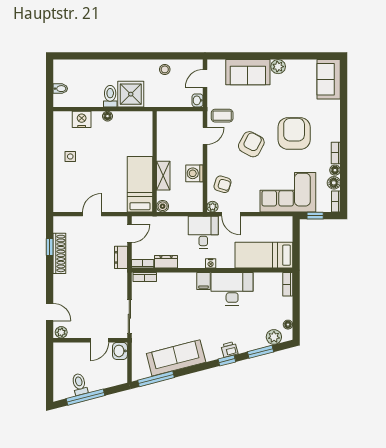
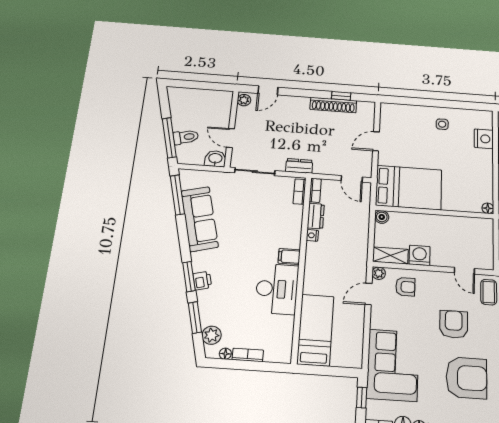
floor lamp: (107, 116) -> (488, 208), moved
armchair: (251, 144) -> (454, 324), turned -118
shelving: (163, 176) -> (390, 255), moved
bed: (140, 184) -> (409, 188), width x1.50
armchair: (222, 184) -> (405, 287), turned -107
door: (92, 214) -> (376, 141), swing flipped
desk: (203, 232) -> (348, 260), removed
dresser: (121, 257) -> (299, 166), moved
nightstand: (211, 263) -> (312, 235), moved
bookcase: (288, 284) -> (248, 355), moved
window: (227, 361) -> (189, 277), width x1.50
toilet: (79, 384) -> (186, 137), moved
window: (86, 397) -> (169, 138), moved

